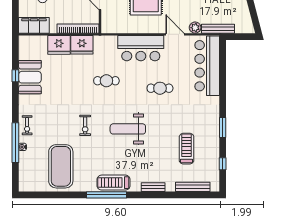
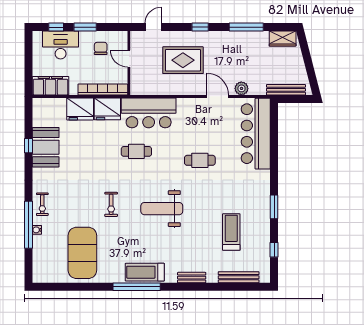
bench: (218, 29) -> (286, 90), moved
bar counter: (141, 48) -> (149, 113), moved

